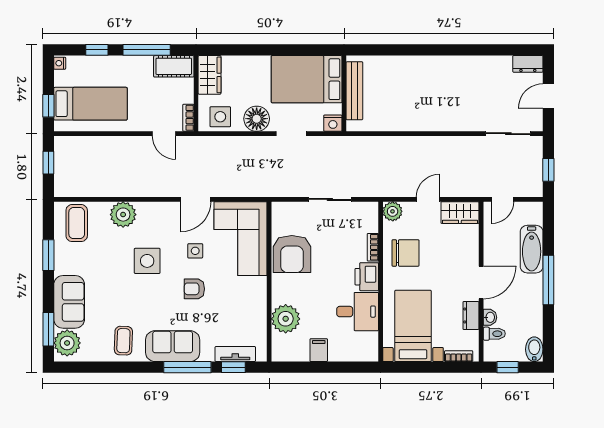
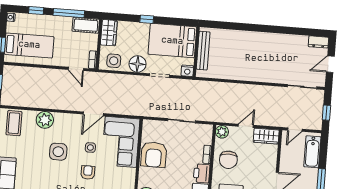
window: (265, 50) -> (147, 19), added
bathtub: (532, 249) -> (312, 152), moved
chair: (406, 253) -> (228, 160), turned 90
armchair: (194, 289) -> (88, 172), turned 90

